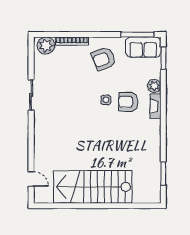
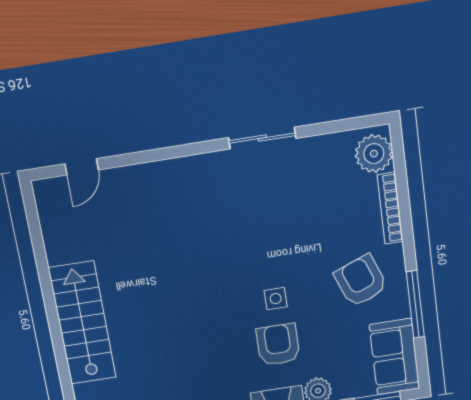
window: (137, 34) -> (415, 304), moved
stairs: (93, 187) -> (82, 323), width x0.73, depth x0.66

